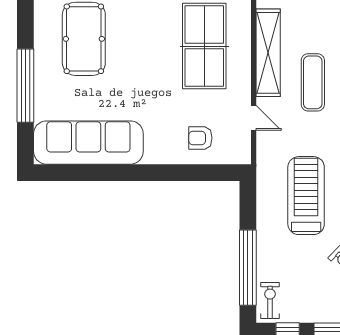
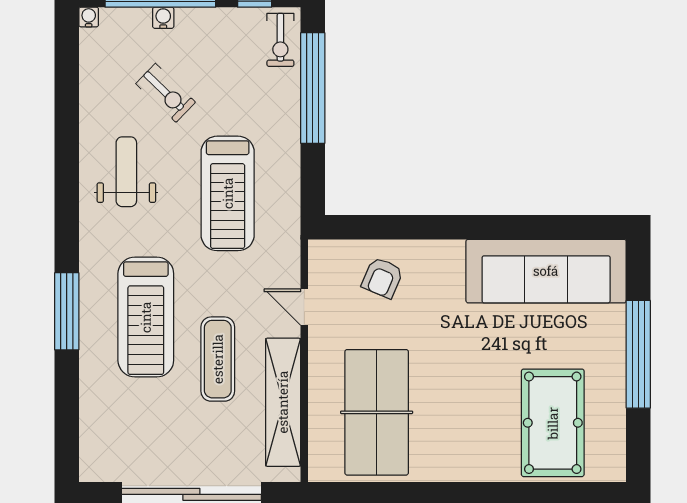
armchair: (200, 138) -> (382, 278), turned 113

